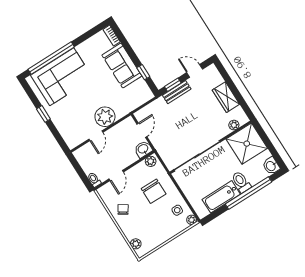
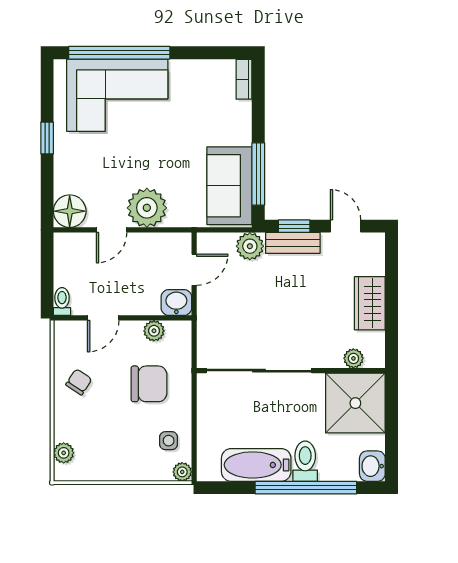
sofa: (122, 66) -> (229, 186), moved
window: (143, 72) -> (258, 174), width x2.17
plant: (159, 105) -> (250, 246), added
floor lamp: (73, 139) -> (70, 211), added
plant: (151, 161) -> (154, 331), moved
chair: (154, 191) -> (149, 384), turned -90

